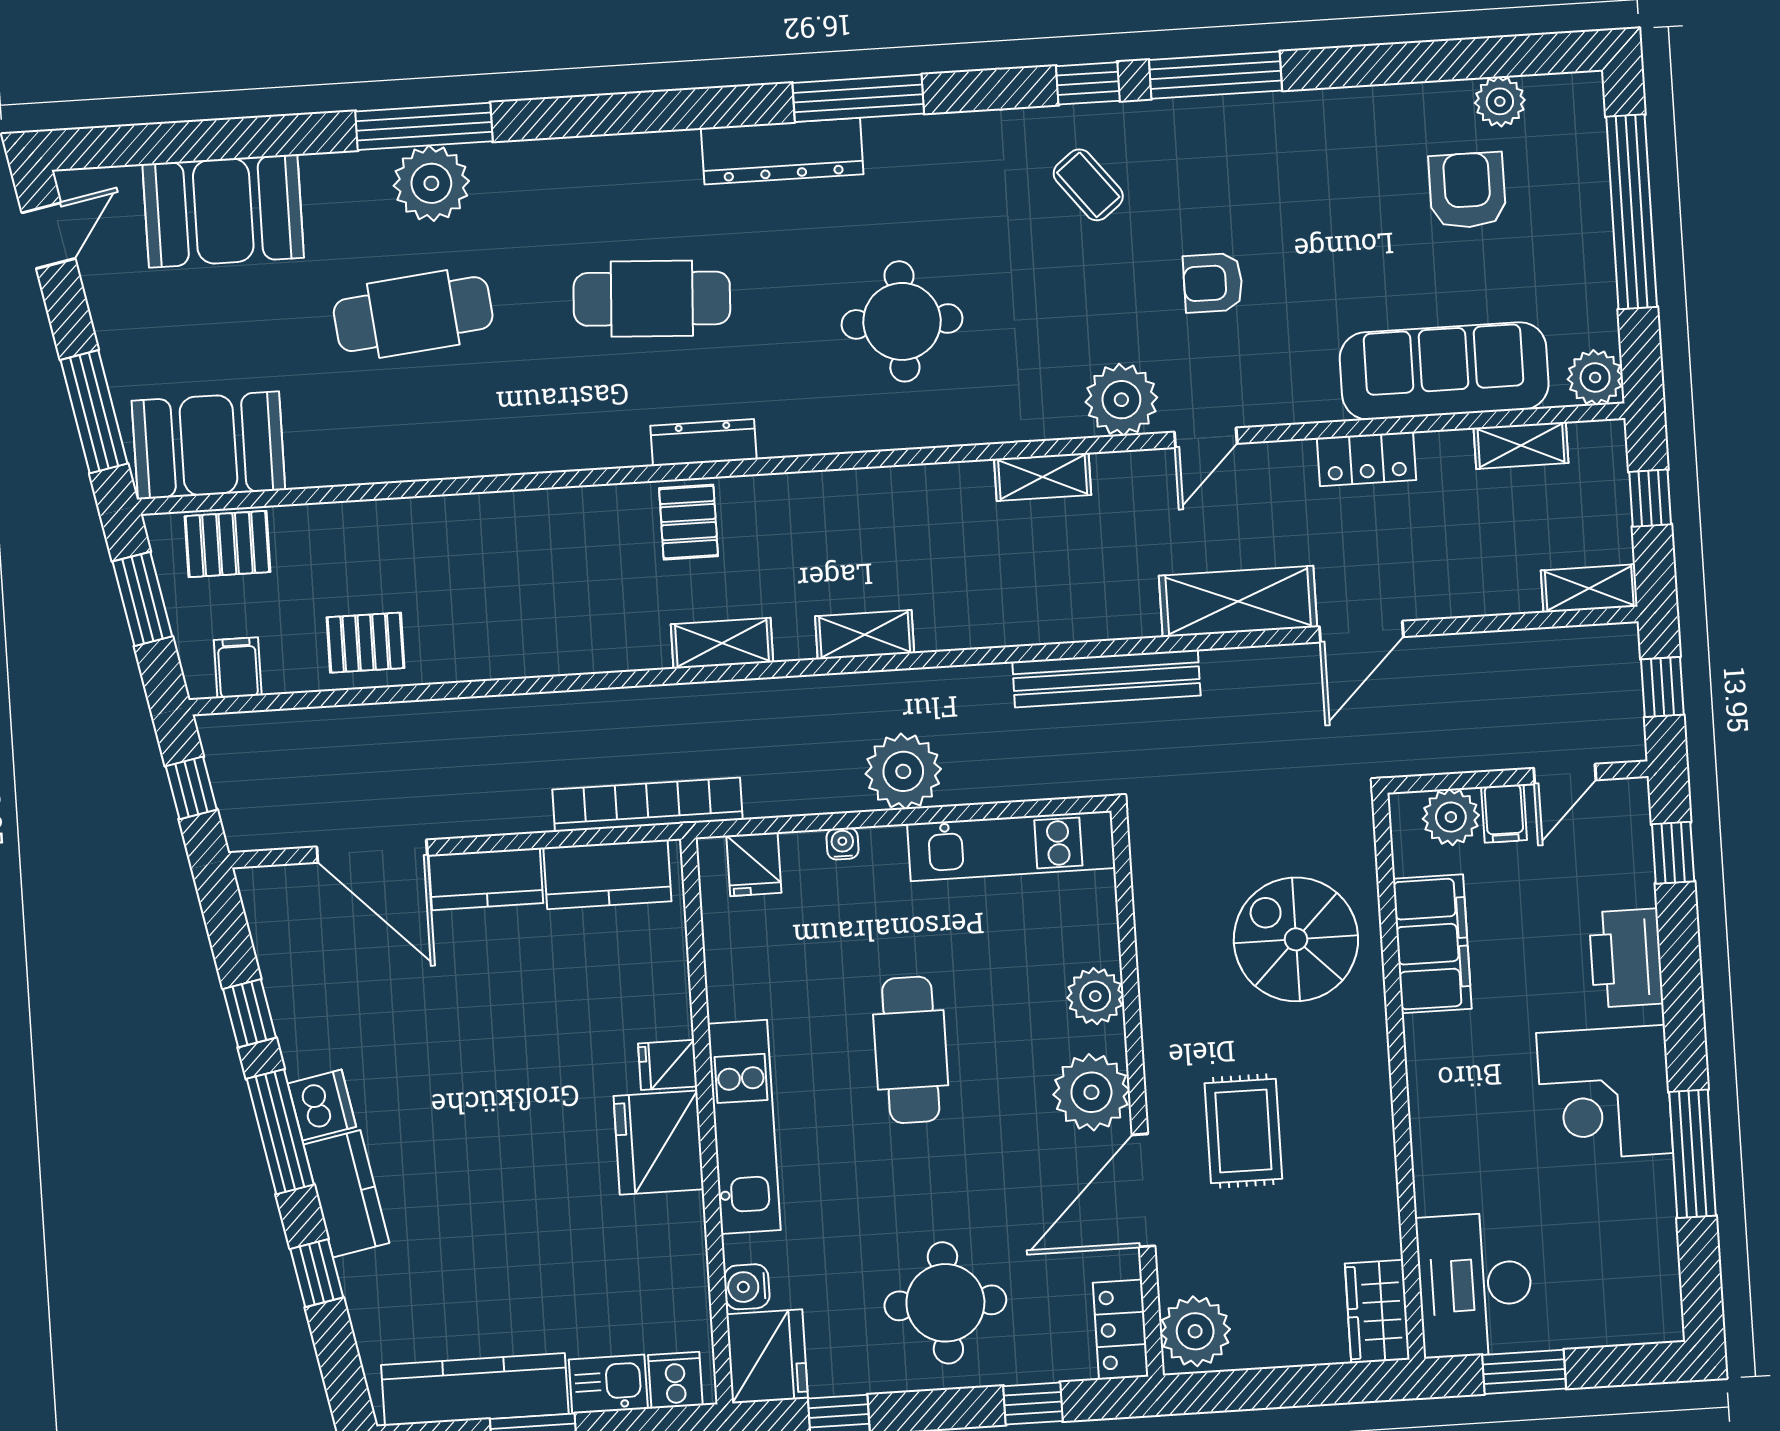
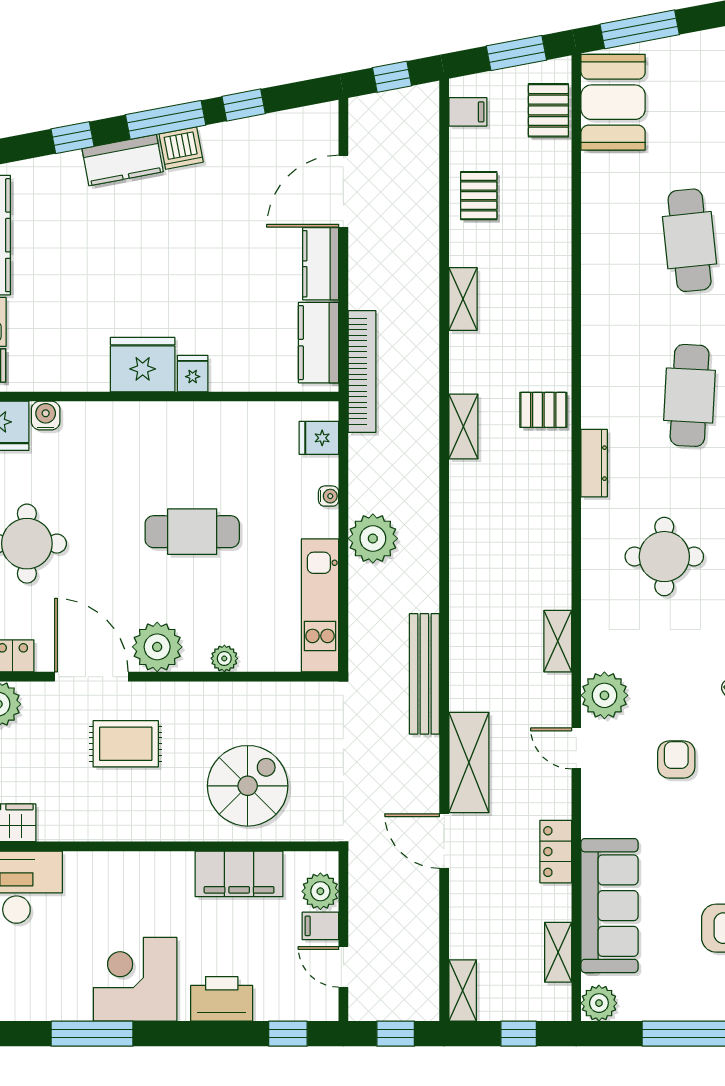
dresser: (703, 443) -> (594, 463), moved
shelving: (865, 635) -> (463, 299), moved
plant: (1095, 996) -> (224, 658), width x0.73, depth x0.73
kitchen unit: (744, 1127) -> (149, 421), removed

